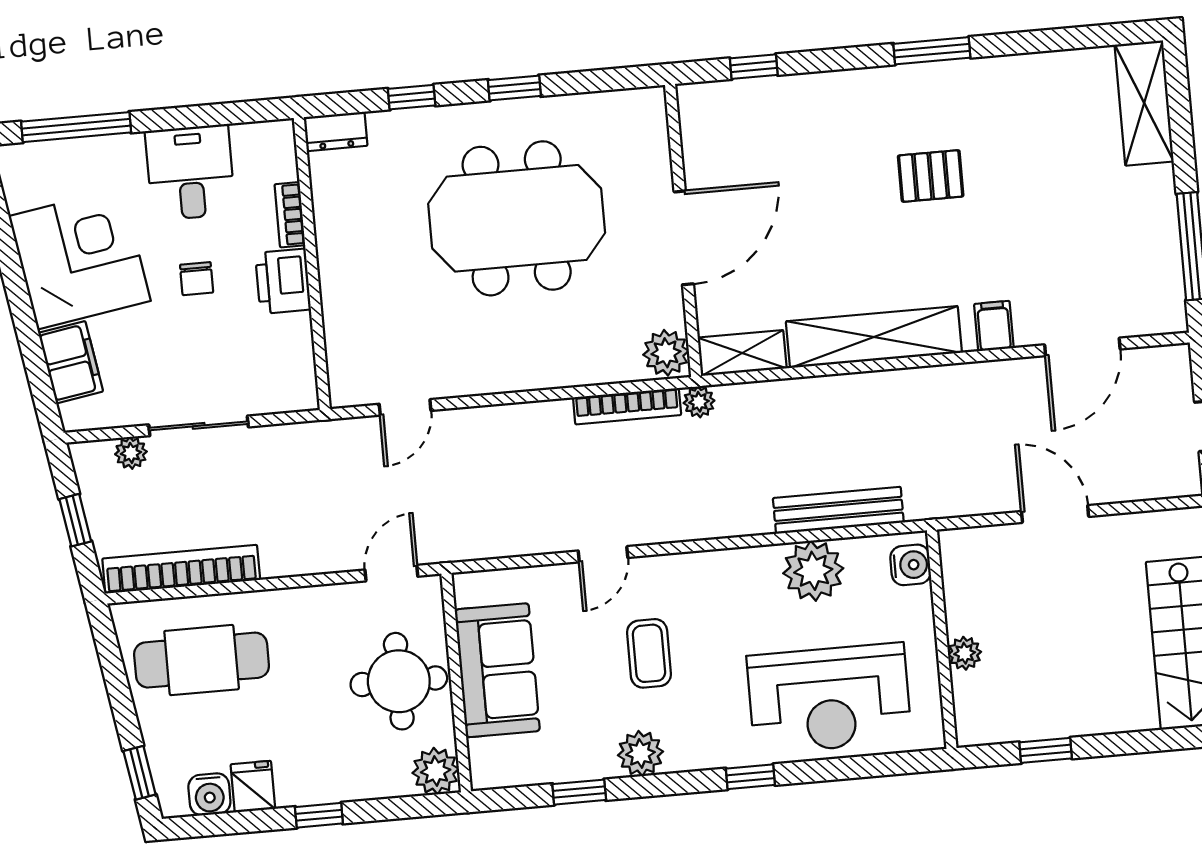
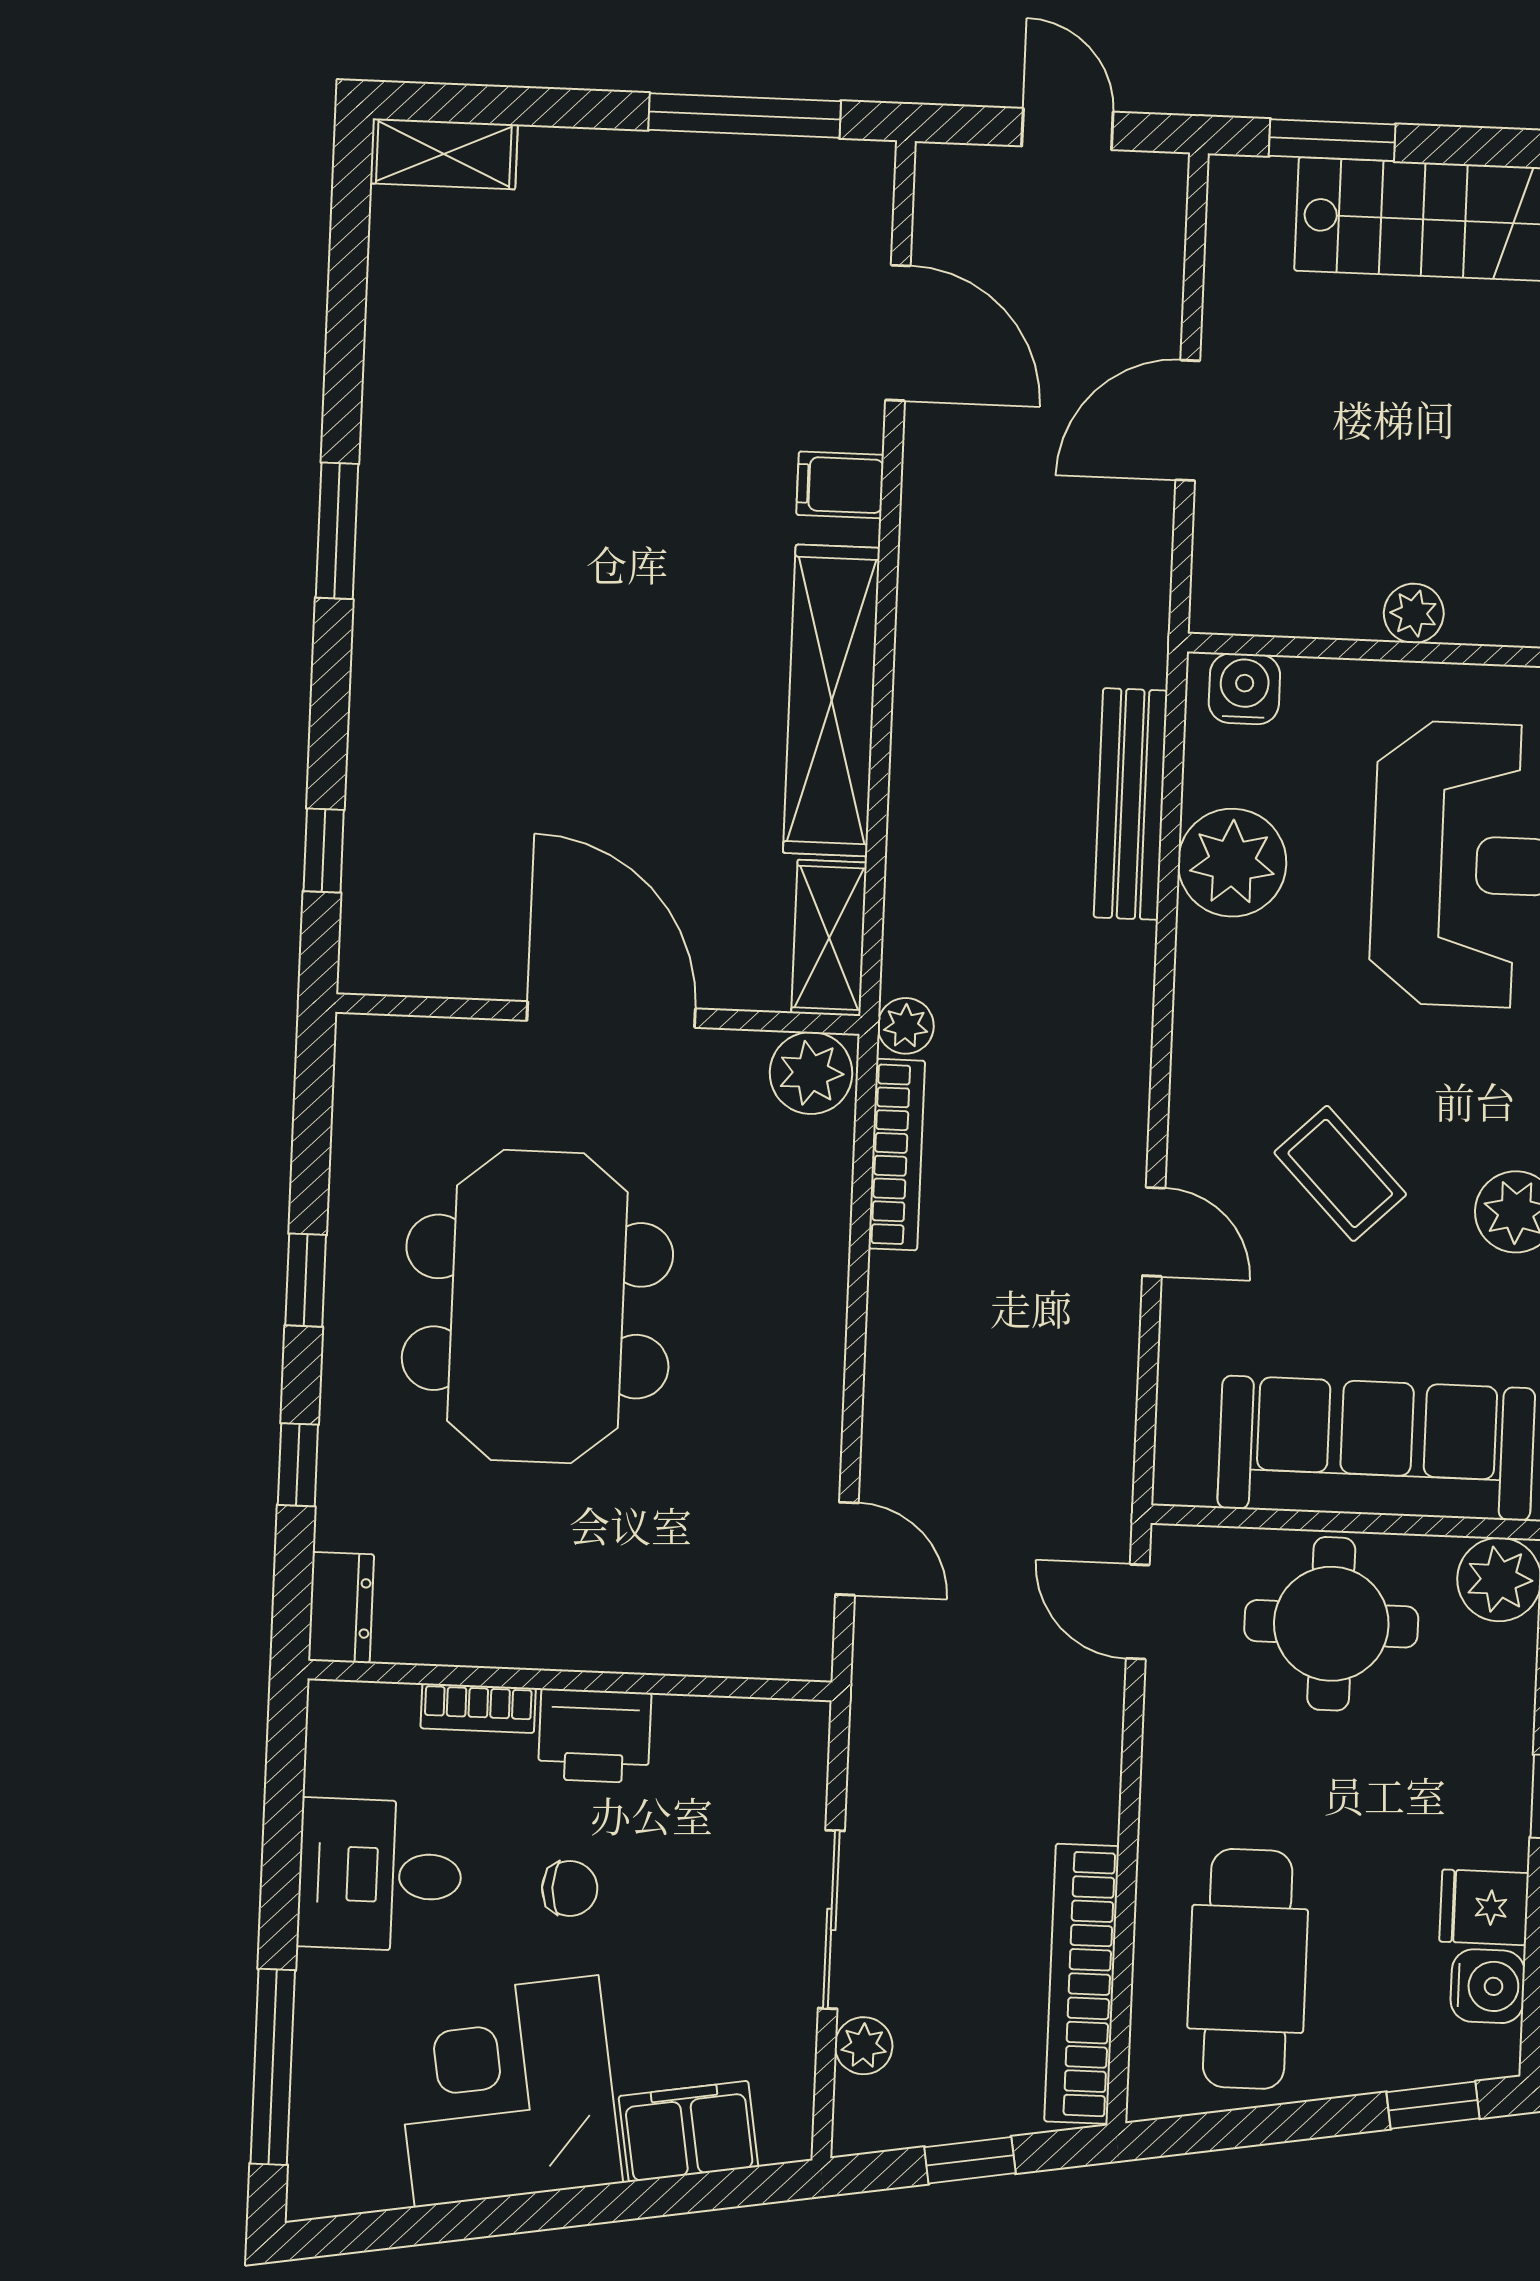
shelving: (1144, 103) -> (444, 154), width x0.67, depth x0.75
pallet: (931, 176) -> (559, 562), removed
coffee table: (649, 653) -> (1340, 1173), turned 46
sofa: (497, 670) -> (1376, 1448), width x1.36

